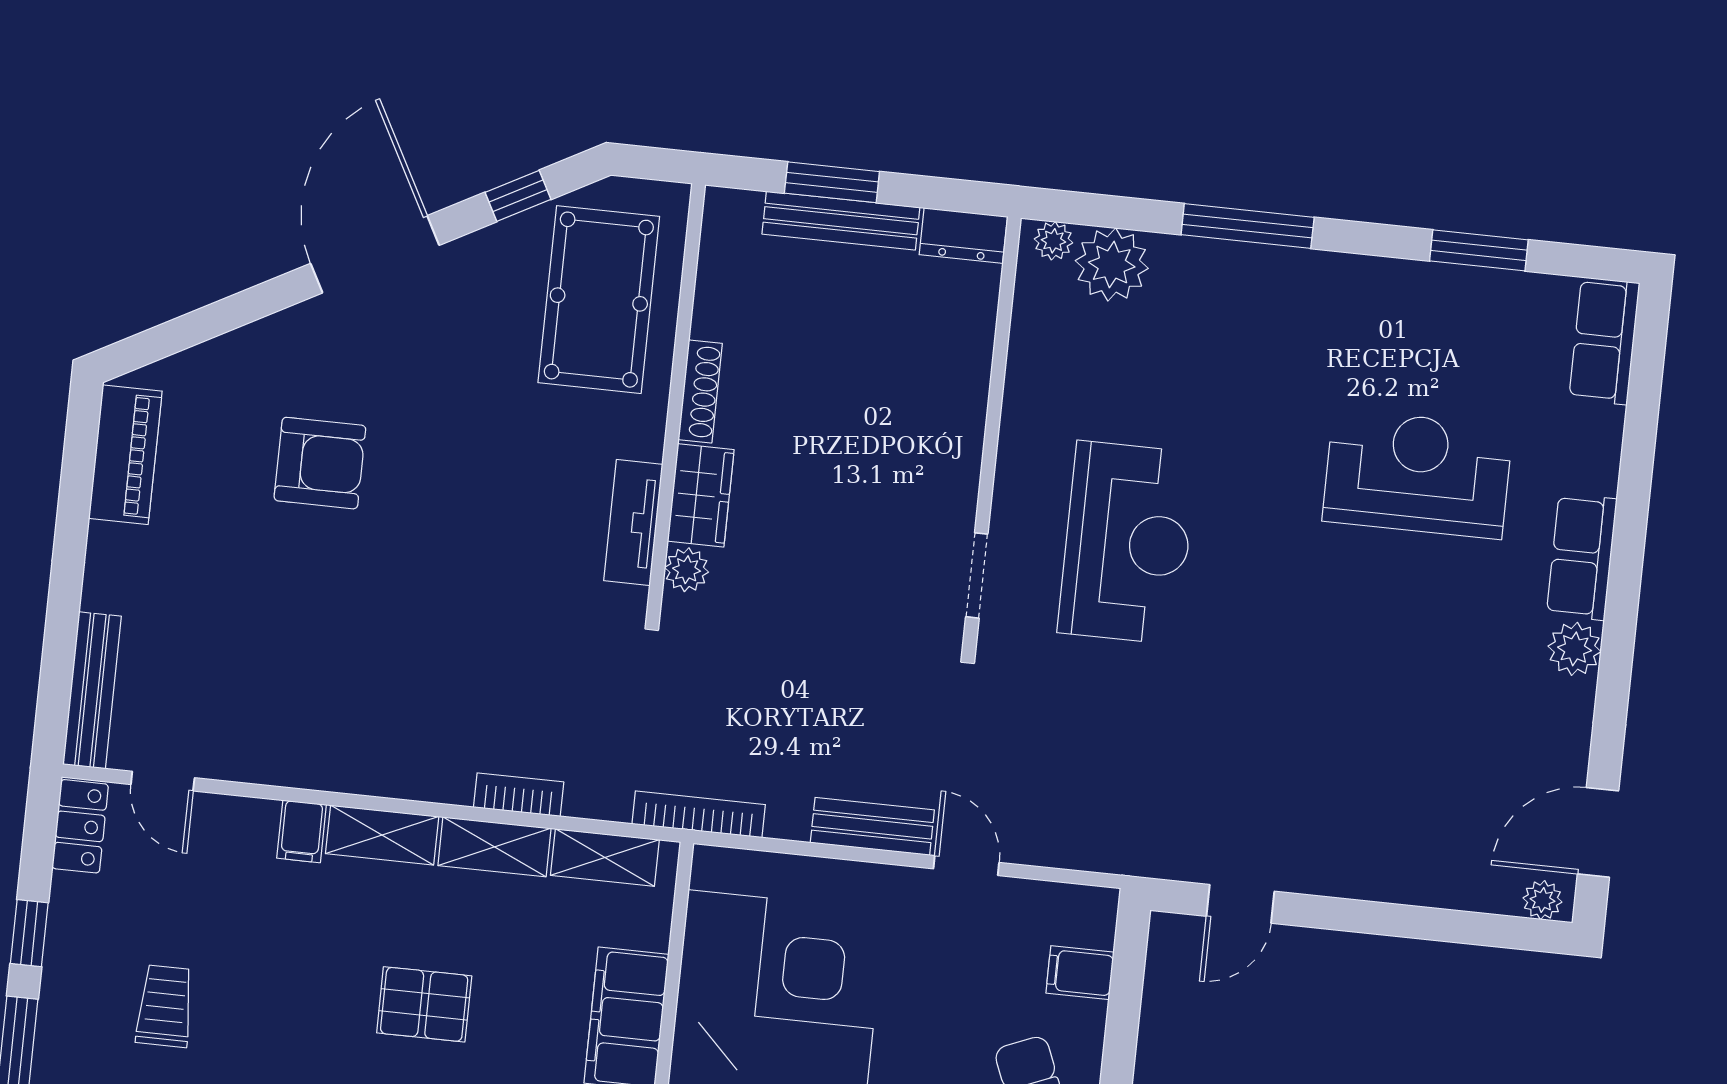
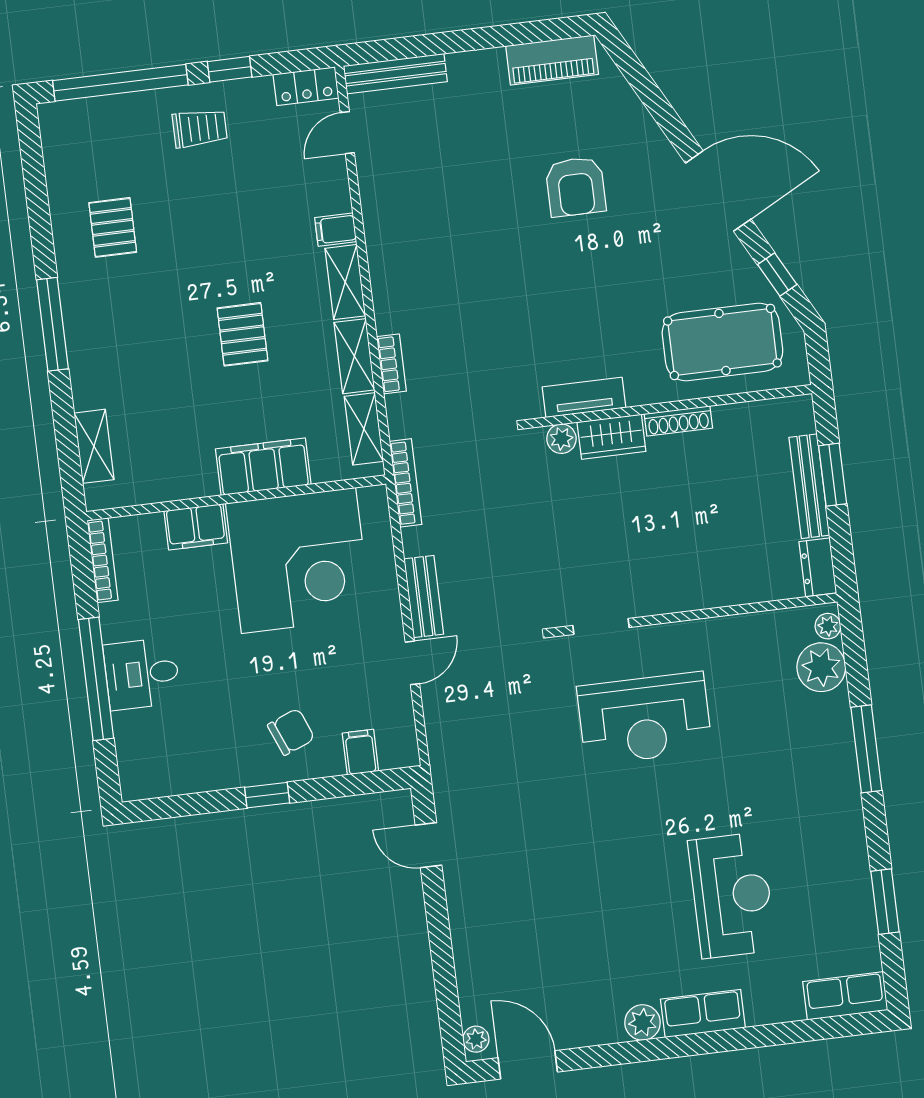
trolley: (165, 1006) -> (200, 128), moved

